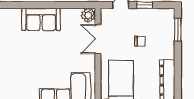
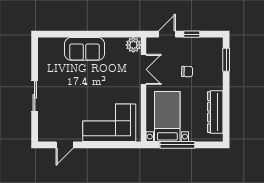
double door: (98, 39) -> (143, 69), swing flipped

